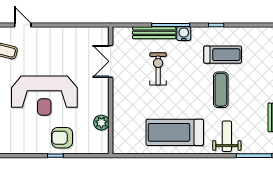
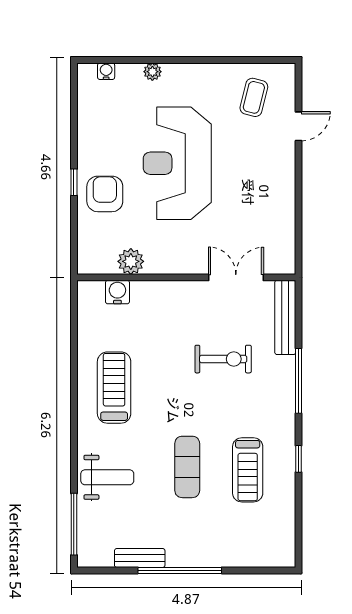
bench: (154, 33) -> (285, 317), moved
water cooler: (184, 34) -> (117, 292), moved, turned -90
exercise mat: (221, 90) -> (187, 467), turned 90
treadmill: (175, 132) -> (114, 388), width x0.73, depth x0.73

